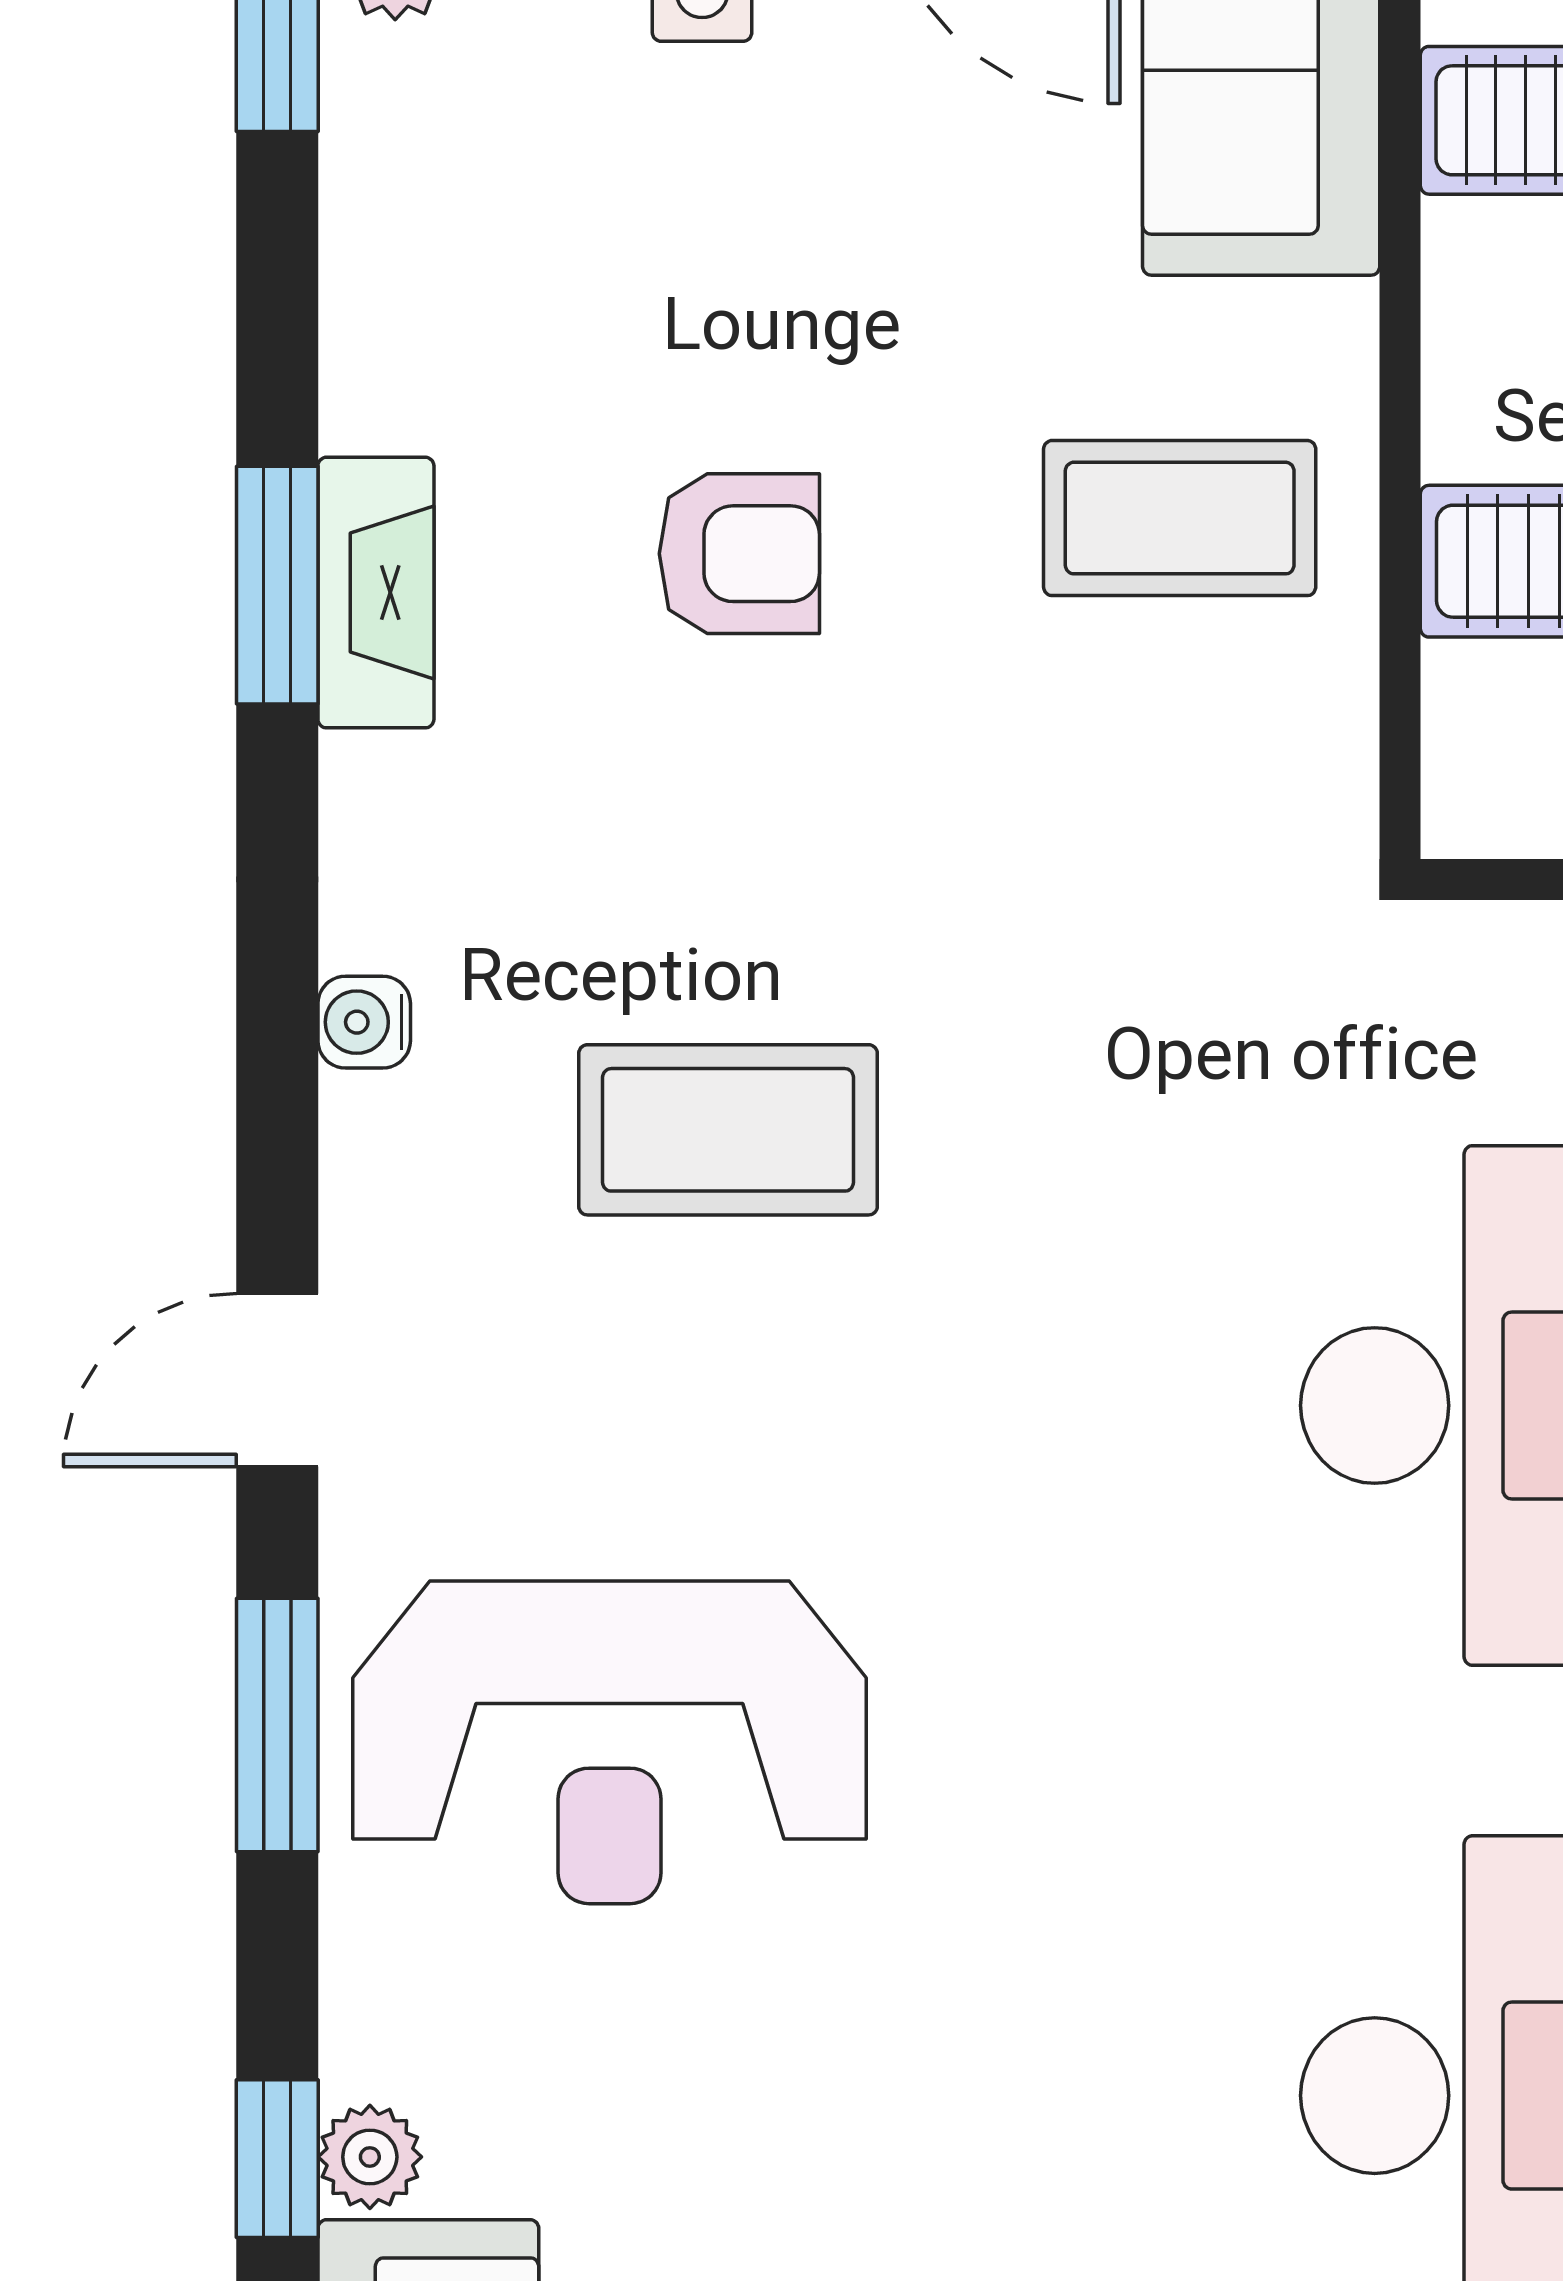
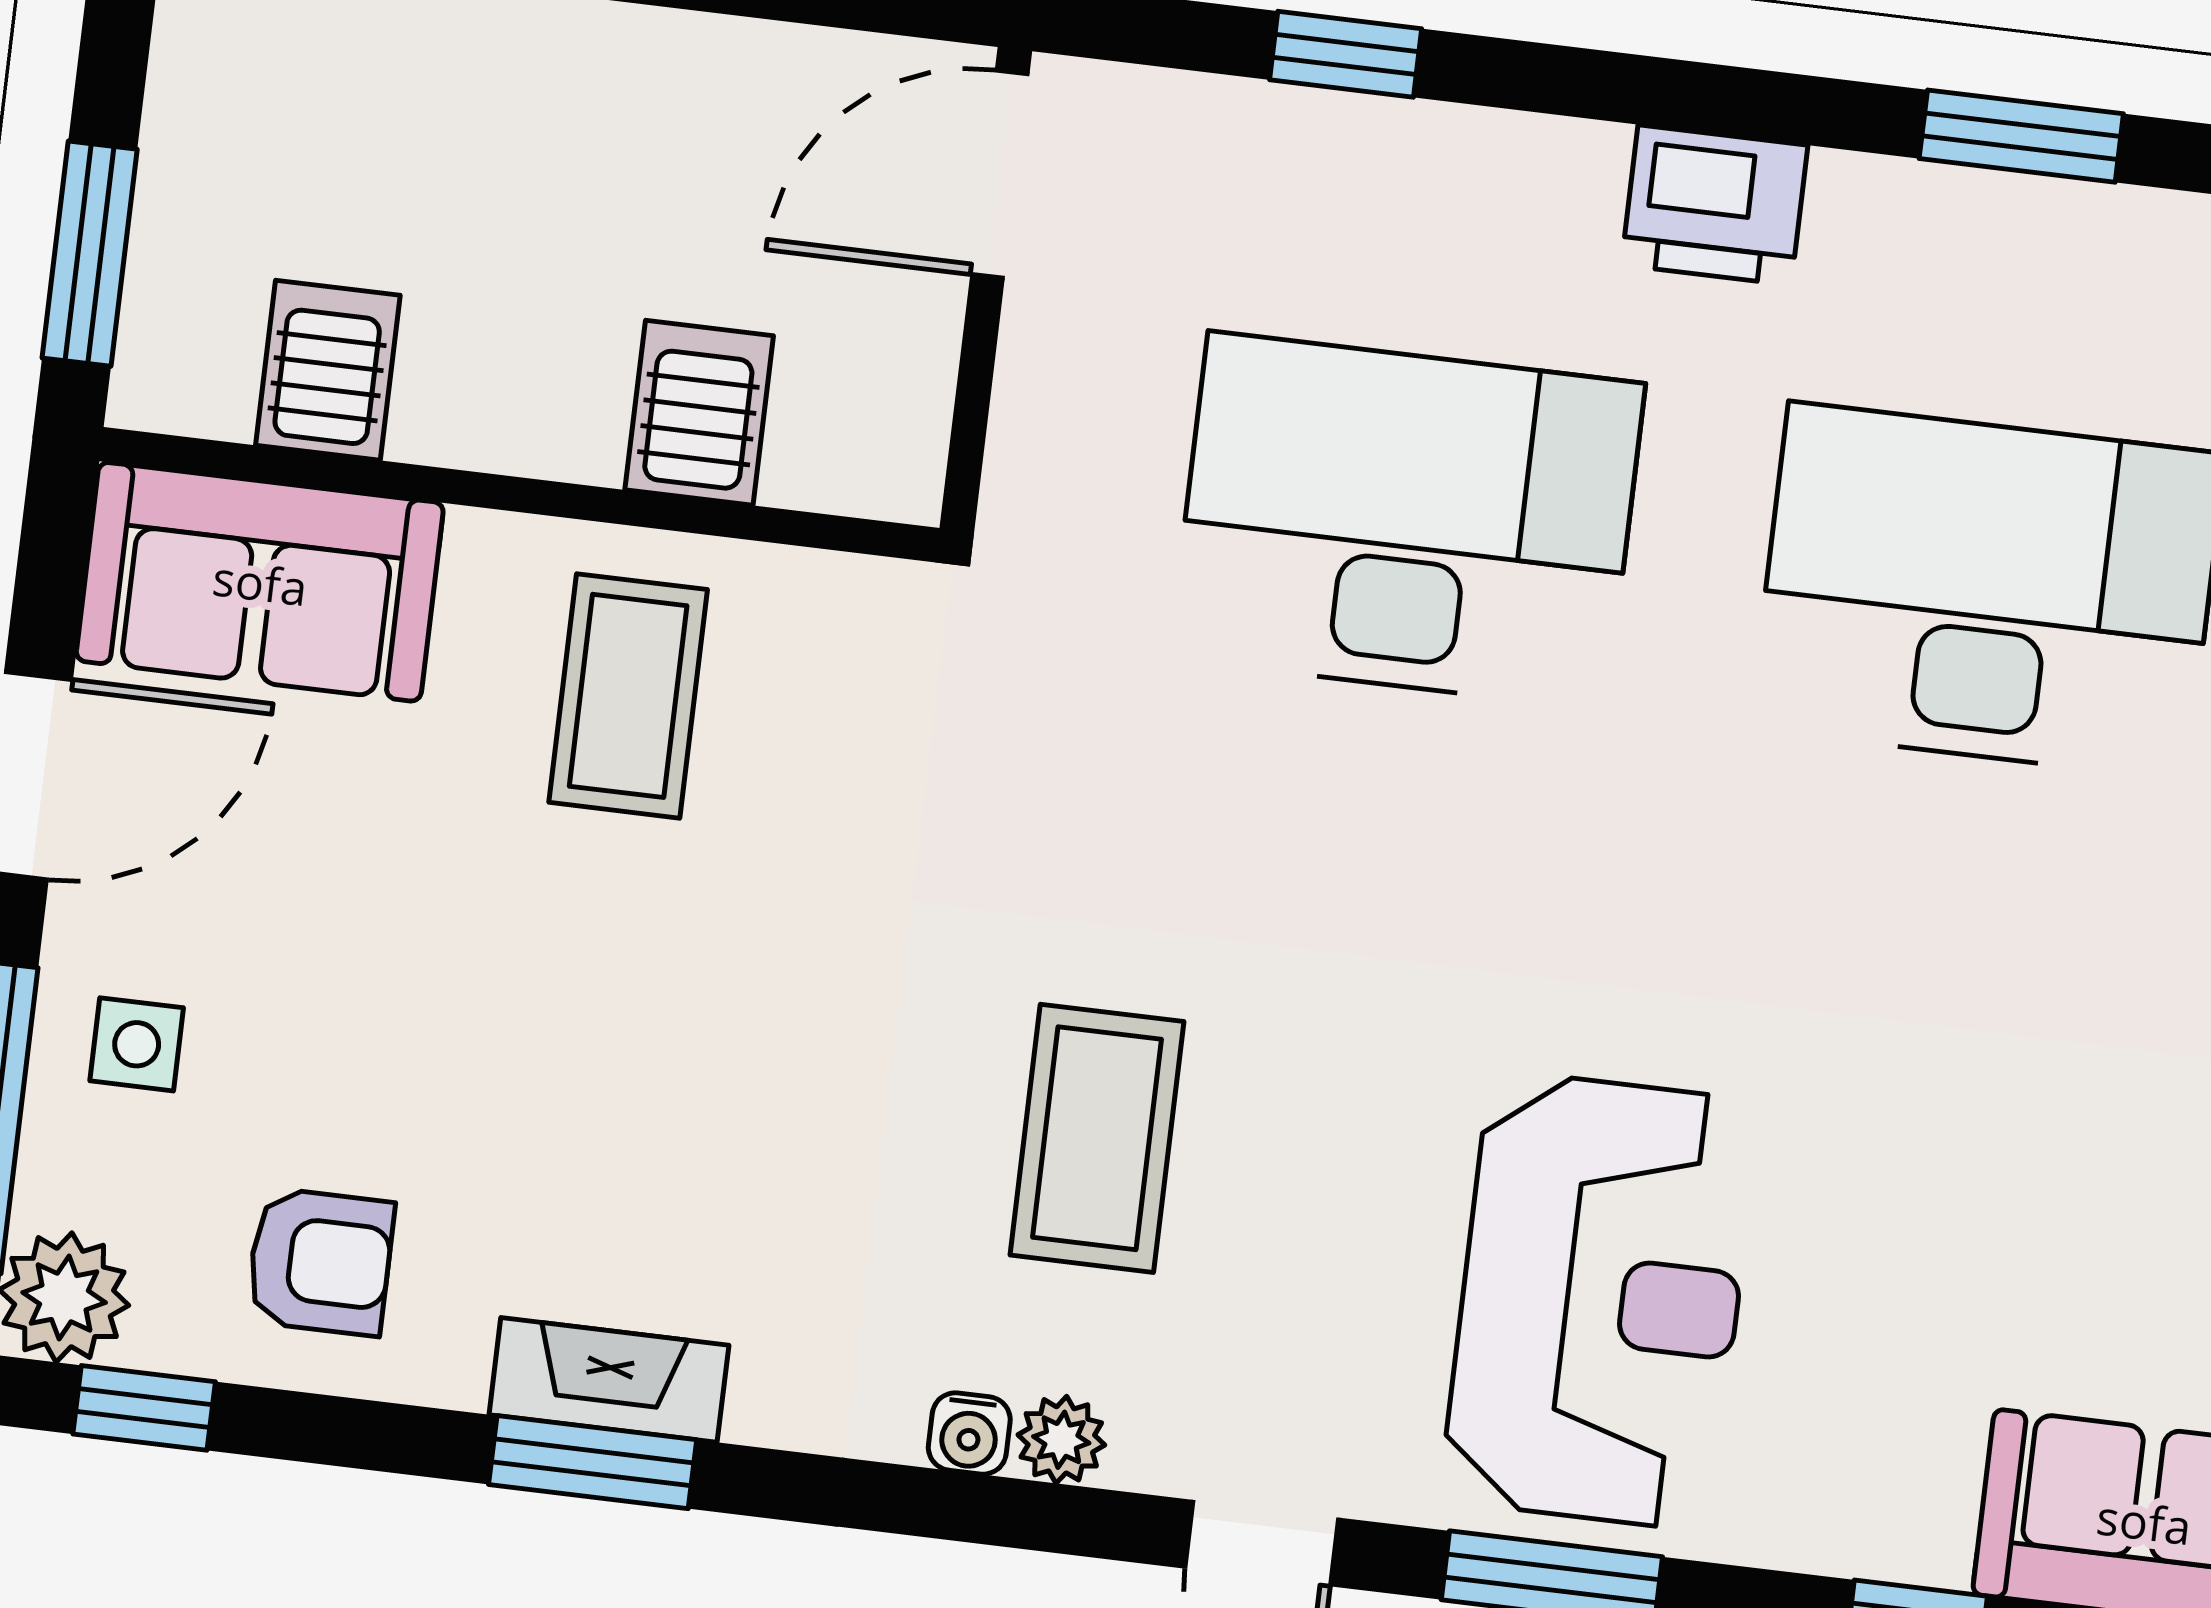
armchair: (739, 554) -> (320, 1262), moved, turned 90
plant: (370, 2157) -> (1061, 1440), moved

